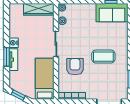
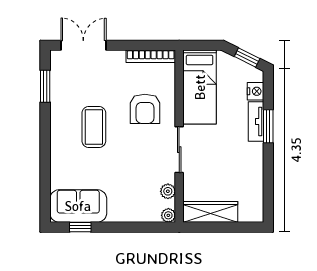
nightstand: (14, 43) -> (255, 91), moved
coffee table: (103, 57) -> (94, 127), turned 90

